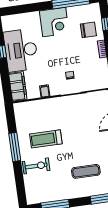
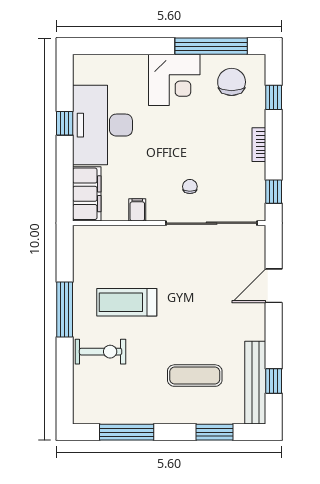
chair: (88, 30) -> (232, 82), moved, turned -90

